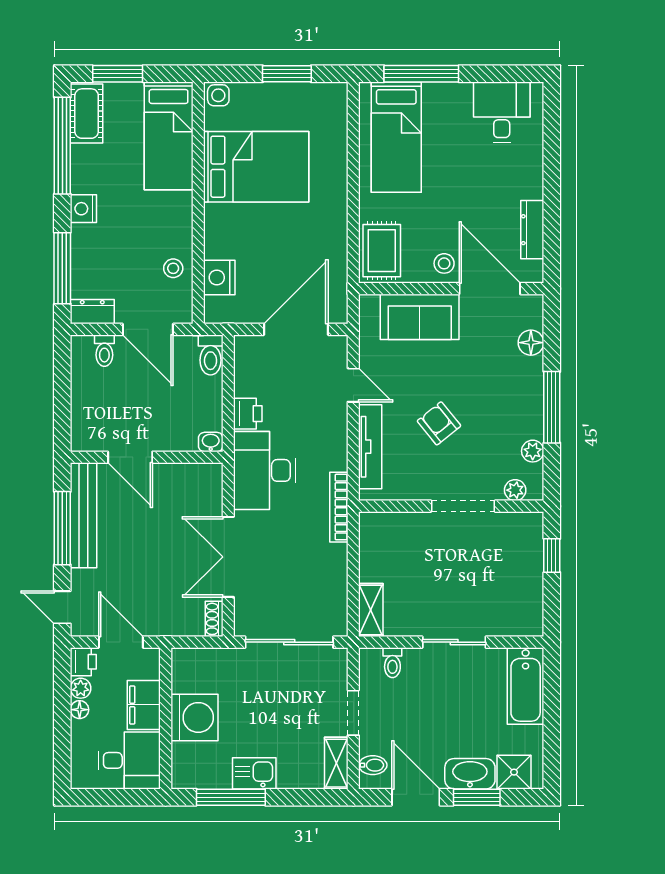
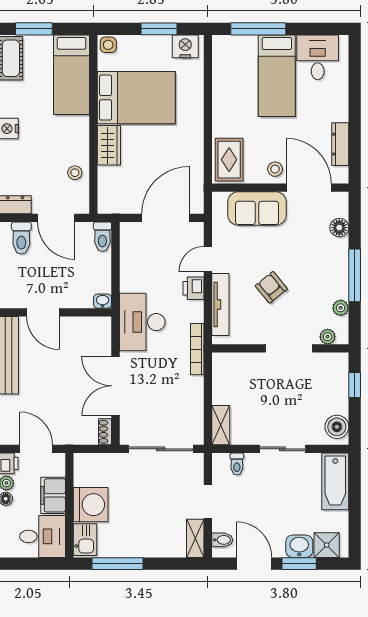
bed: (396, 137) -> (277, 76), moved
wardrobe: (219, 231) -> (109, 145), added
nightstand: (219, 278) -> (185, 46), moved, turned 90
toilet: (104, 351) -> (21, 238), width x1.37, depth x1.39
door: (353, 385) -> (208, 259), swing flipped
printer: (248, 414) -> (194, 288), moved, turned 180
boiler: (528, 612) -> (337, 427), added
kitchen sink: (254, 773) -> (85, 540), moved, turned 90
washbasin: (470, 774) -> (299, 546), width x0.72

